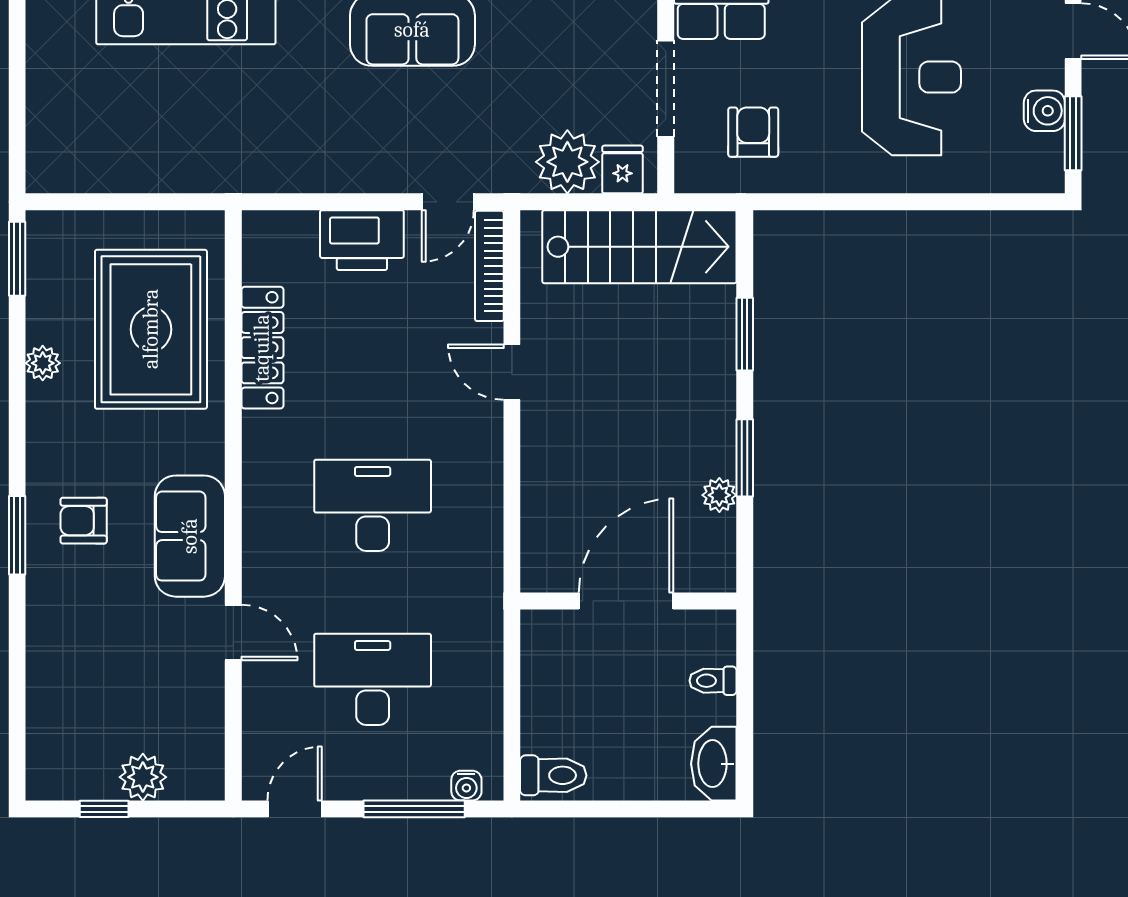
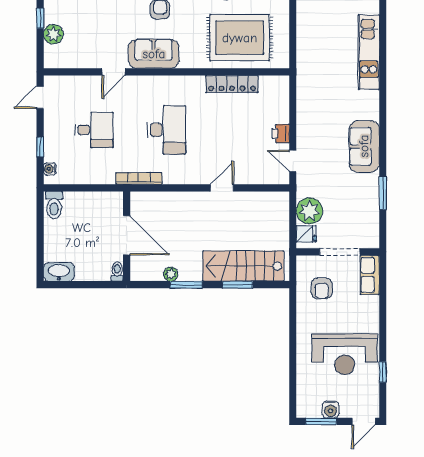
armchair: (753, 132) -> (322, 288), turned 90
printer: (362, 240) -> (281, 134), width x0.53, depth x0.68
stairs: (639, 247) -> (243, 266), moved, turned 90
bookcase: (489, 266) -> (139, 178), moved
desk: (373, 679) -> (94, 130), width x0.73
toilet: (713, 681) -> (117, 272), moved
door: (295, 809) -> (40, 97), swing flipped
window: (414, 809) -> (40, 147), width x0.46

